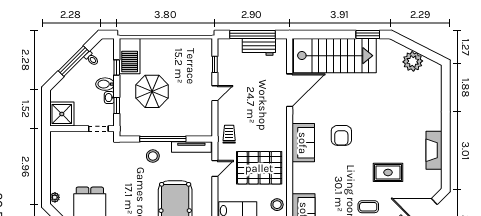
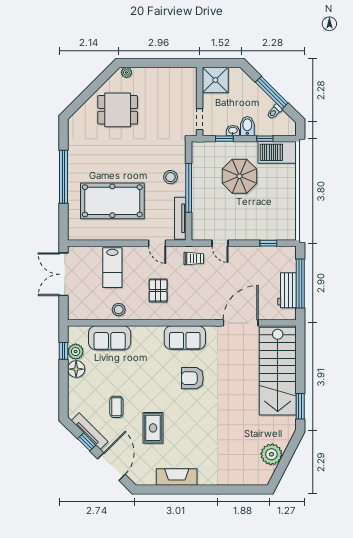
door: (290, 90) -> (241, 323), swing flipped
door: (215, 93) -> (220, 243), moved
pallet: (259, 168) -> (158, 290), width x0.49, depth x0.50

